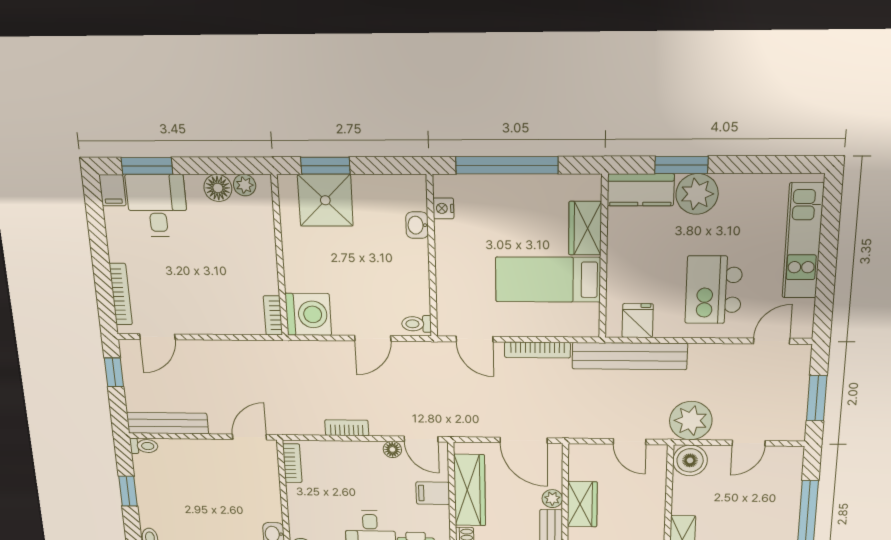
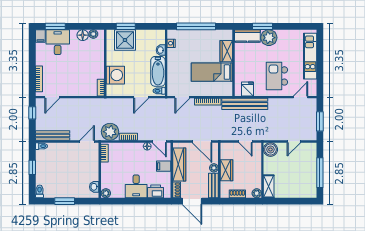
bathtub: (412, 277) -> (158, 71), added
washing machine: (308, 314) -> (115, 75), moved
door: (475, 339) -> (182, 97), hinge flipped
plant: (691, 421) -> (110, 132), moved

